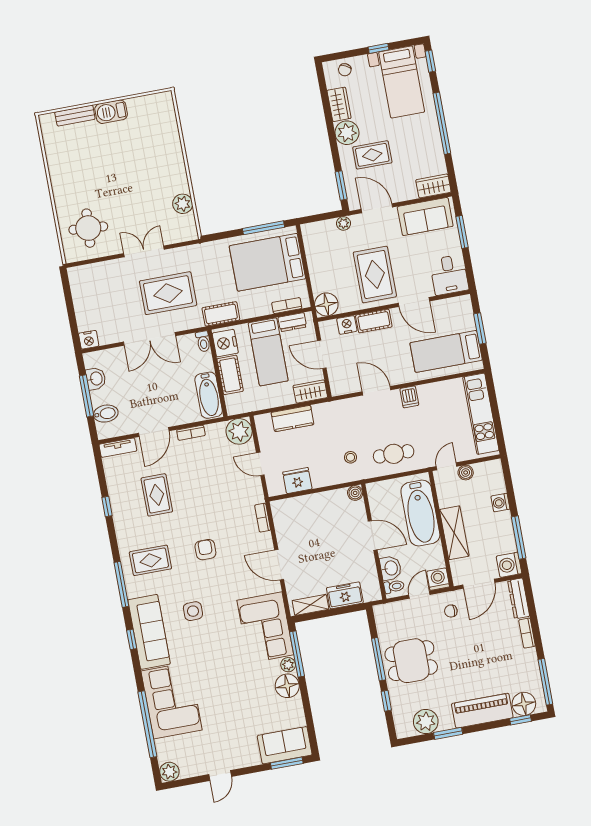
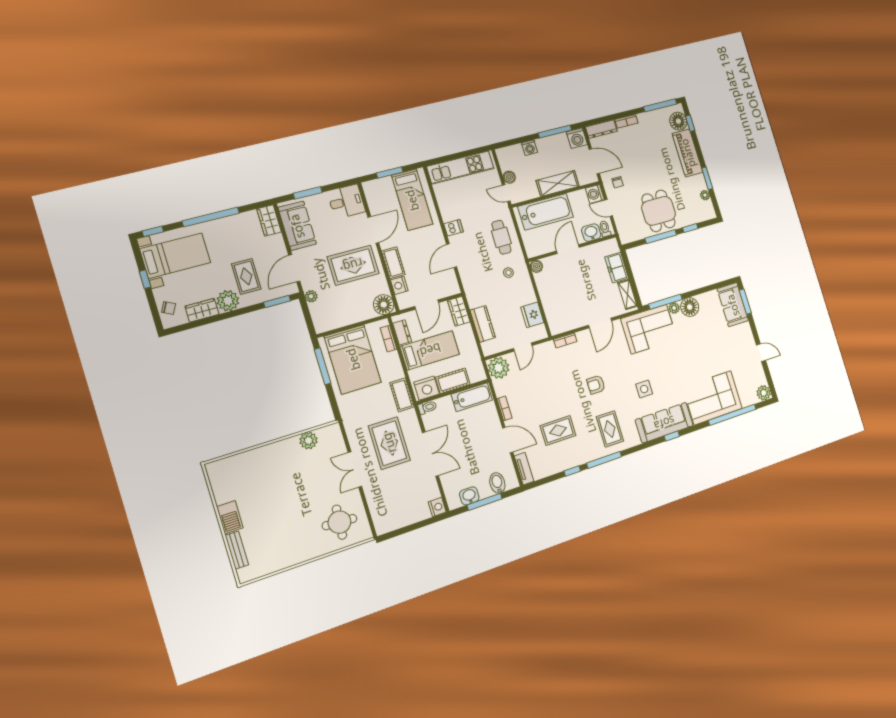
window: (121, 584) -> (604, 460), moved
plant: (426, 722) -> (705, 195), width x0.53, depth x0.53

